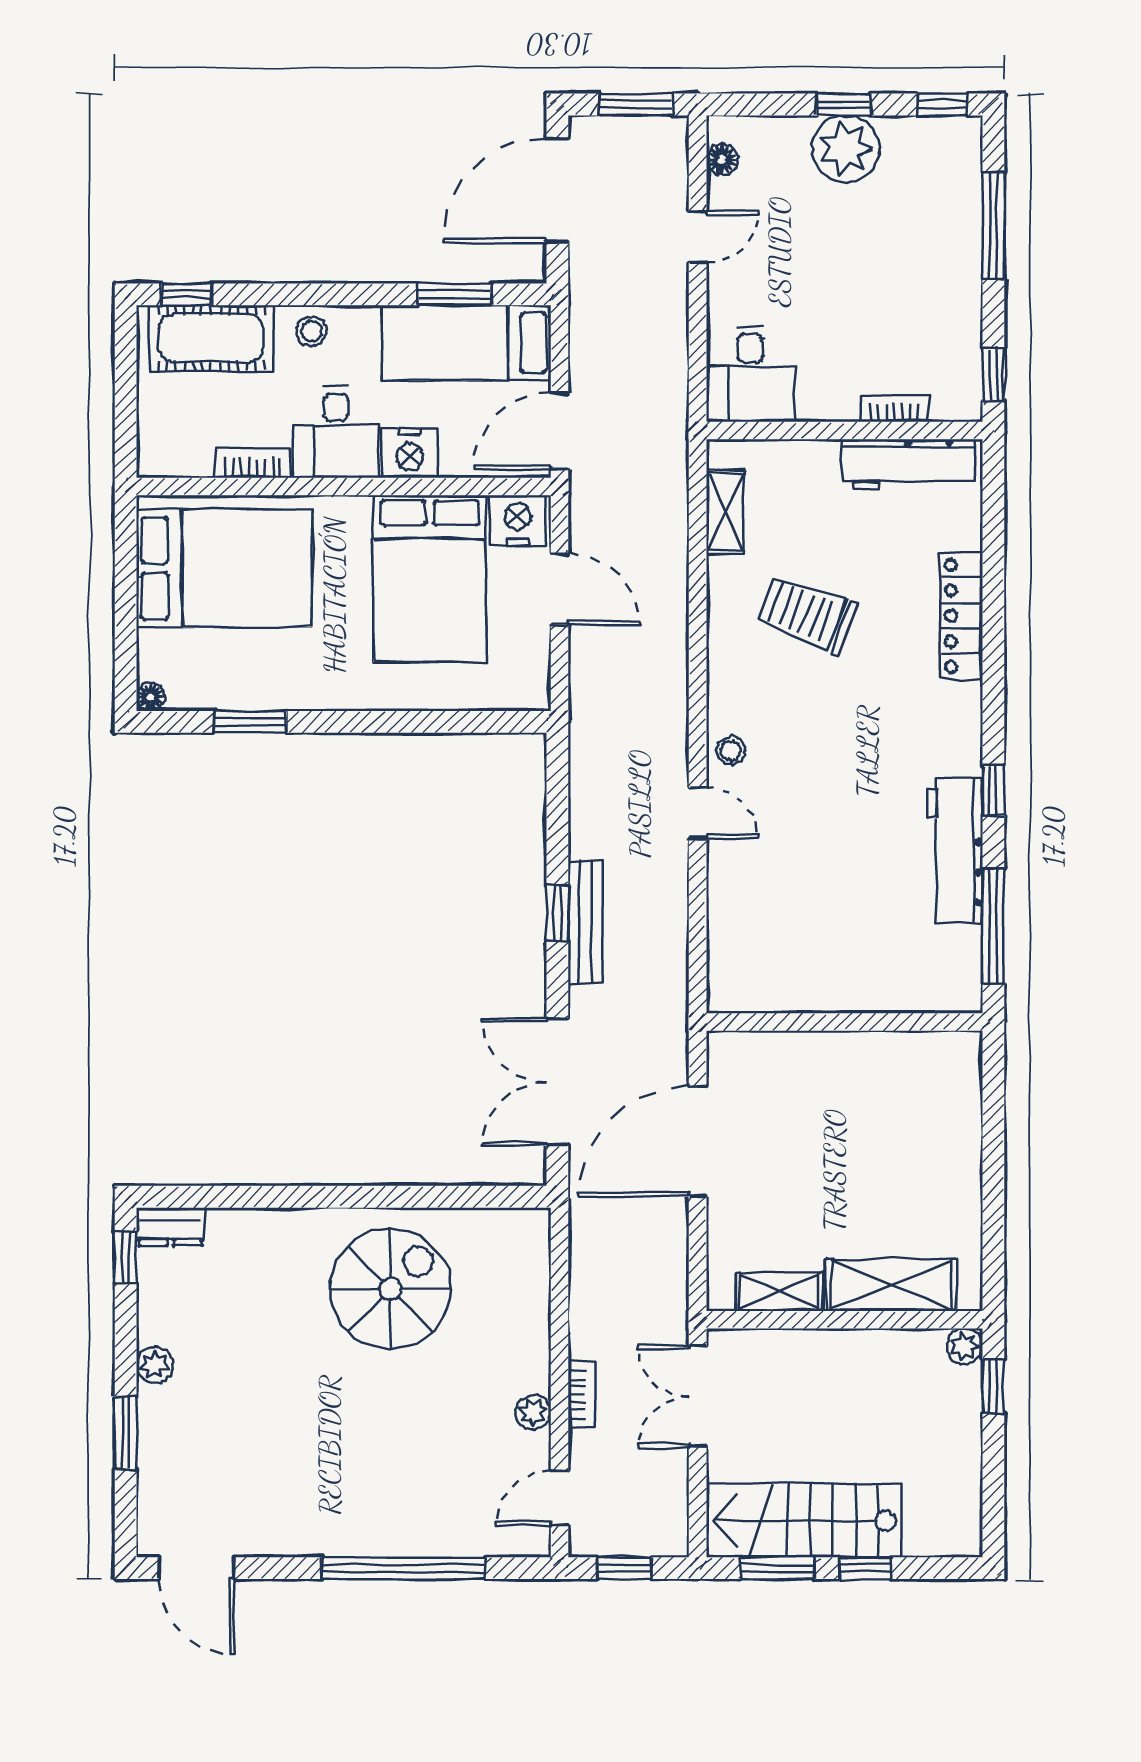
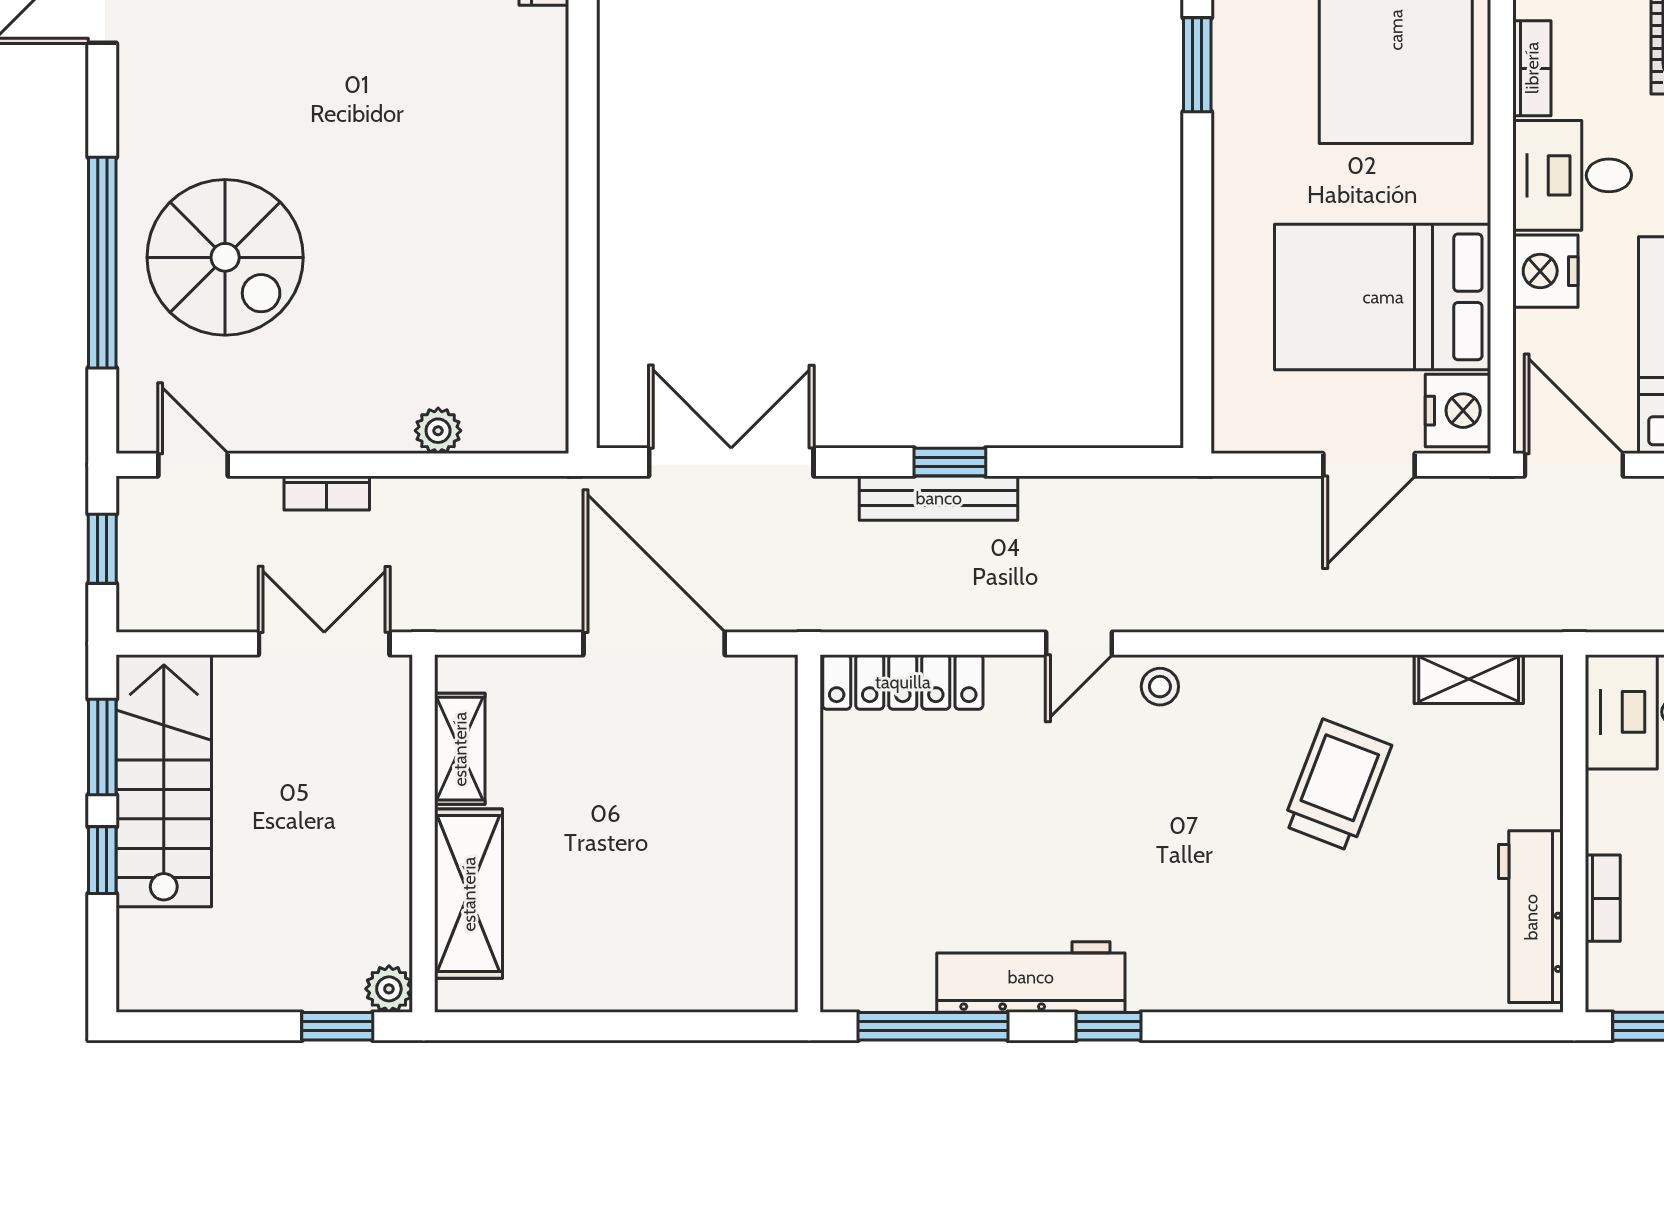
locker: (961, 616) -> (903, 682), moved, turned 180
spiral stairs: (390, 1289) -> (225, 257), moved
plant: (533, 1412) -> (438, 431), moved

